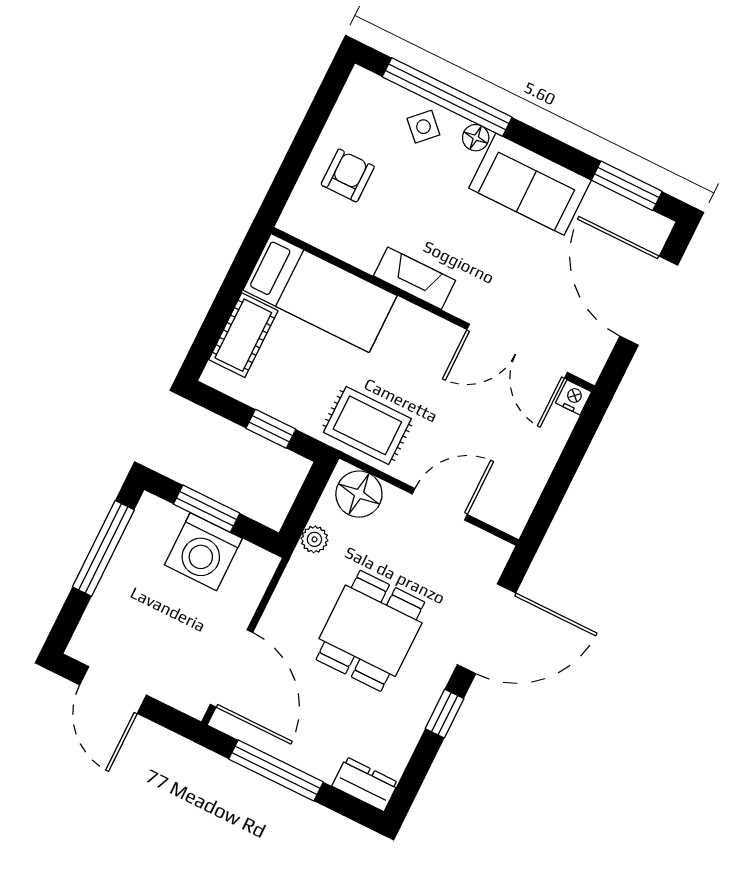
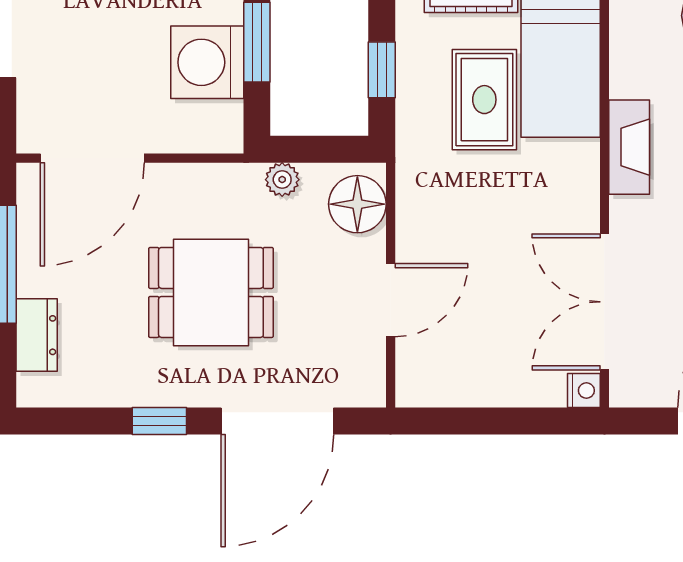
rug: (367, 425) -> (484, 100), moved
door: (440, 504) -> (391, 300), hinge flipped
door: (487, 629) -> (277, 421), hinge flipped
dresser: (365, 784) -> (37, 335), moved

